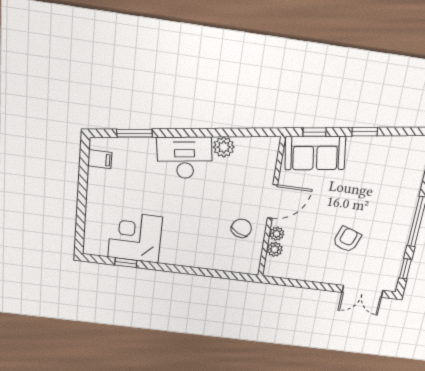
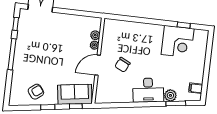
plant: (224, 147) -> (170, 95), moved
chair: (241, 228) -> (122, 65), moved
armchair: (347, 239) -> (36, 92), moved, turned -147

